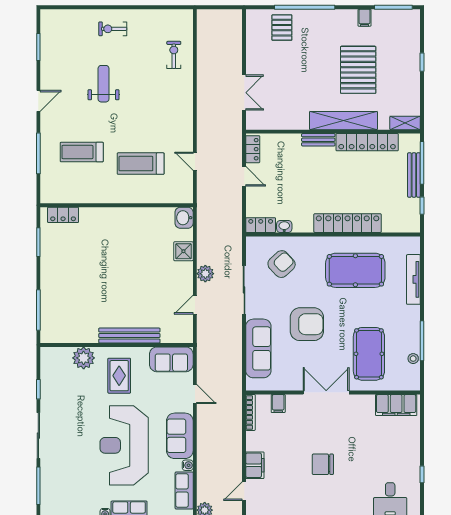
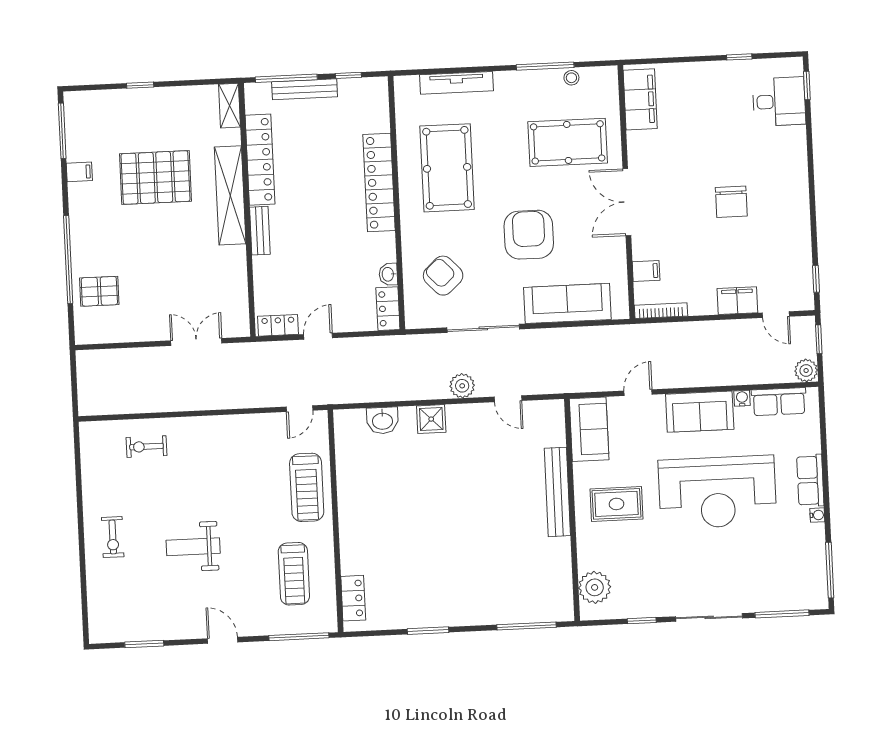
wall: (117, 205) -> (335, 521), moved
locker: (63, 215) -> (353, 598), moved
plant: (84, 358) -> (595, 587), moved

